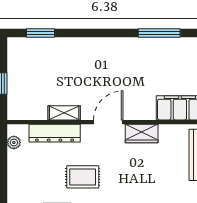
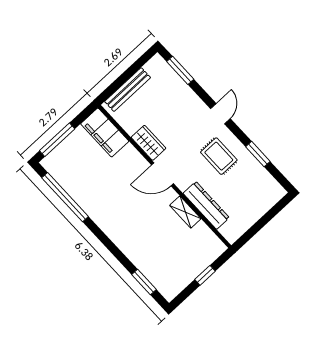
window: (159, 33) -> (65, 197), width x1.46
plant: (14, 142) -> (240, 228), removed

